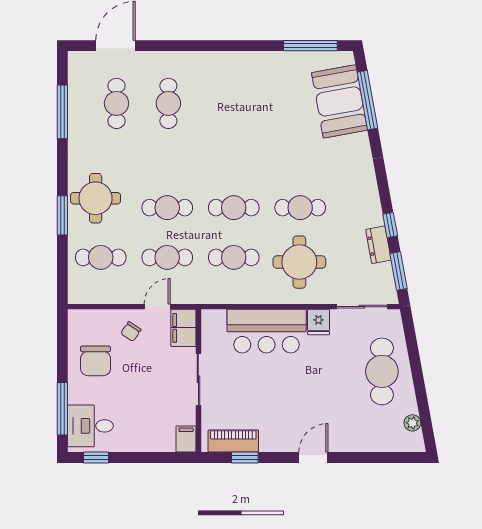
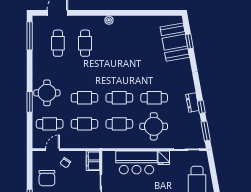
window: (310, 46) -> (159, 13), removed
plant: (214, 60) -> (109, 20), added
window: (367, 100) -> (189, 41), width x0.46
window: (62, 112) -> (30, 36), moved
dresser: (378, 245) -> (192, 103), moved
door: (157, 307) -> (53, 150), moved

